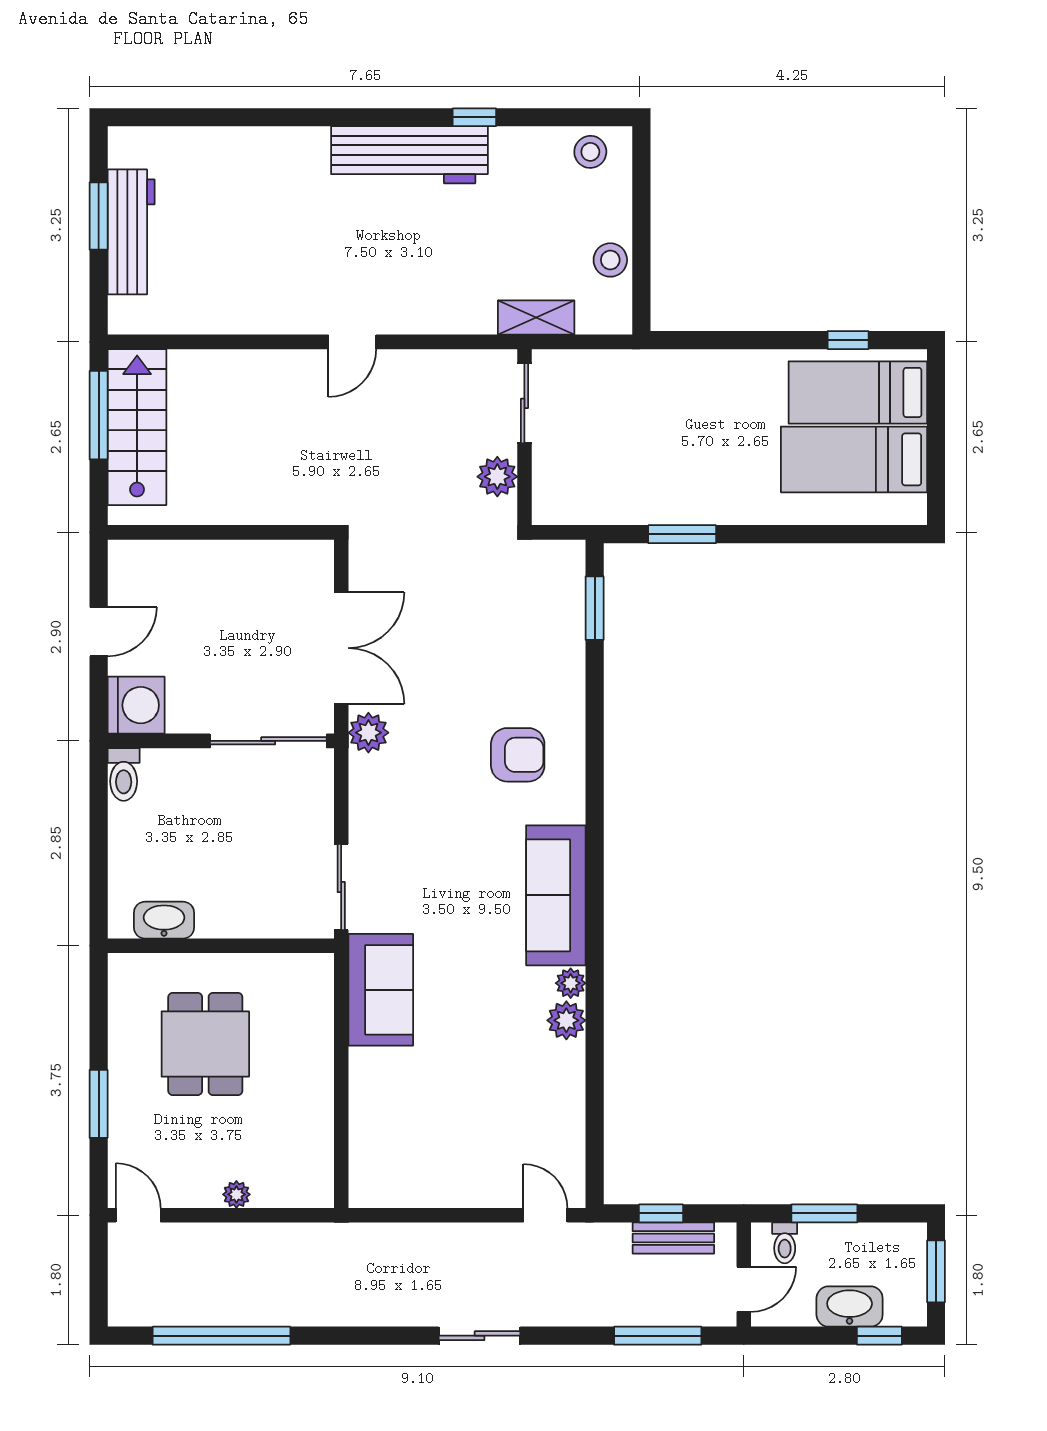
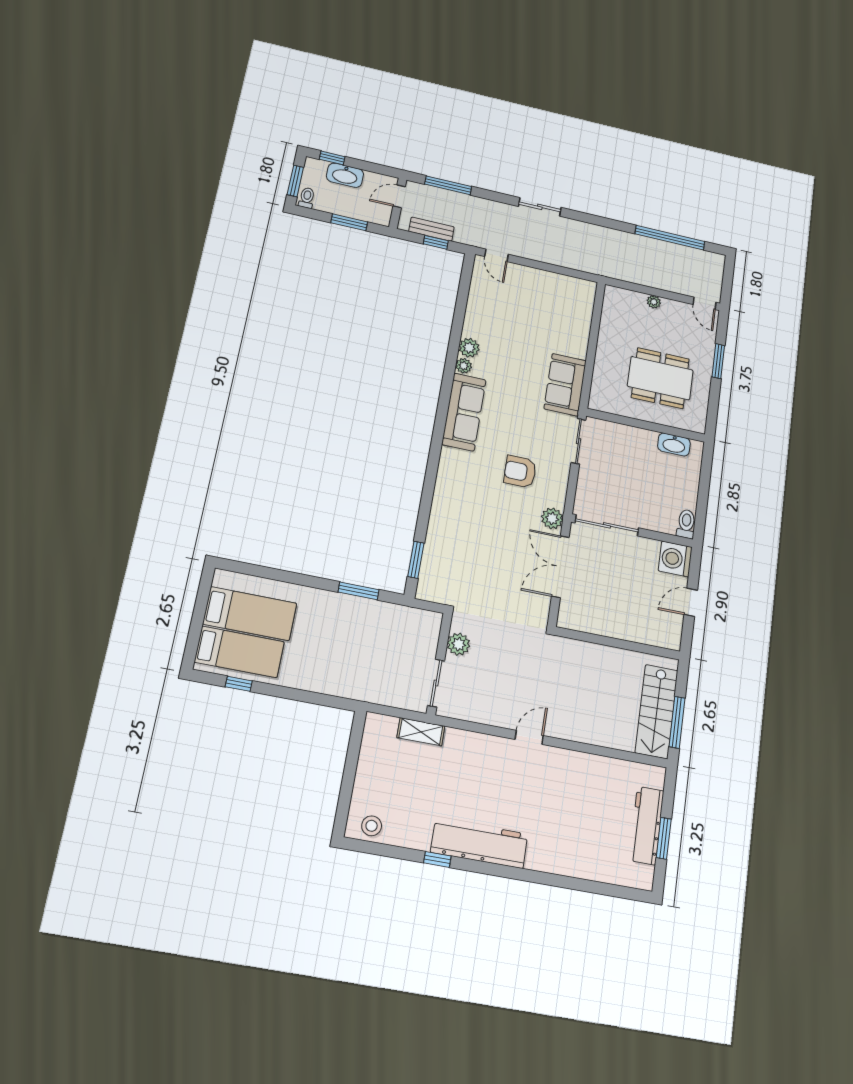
stool: (610, 260) -> (371, 758), removed
armchair: (518, 755) -> (520, 472), moved
dining table: (205, 1044) -> (660, 378), width x1.38
toilet: (785, 1243) -> (307, 198), moved

